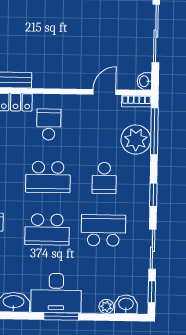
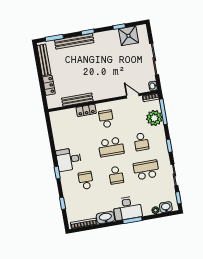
door: (104, 92) -> (133, 96), hinge flipped
school desk: (47, 229) -> (116, 175), width x0.54

